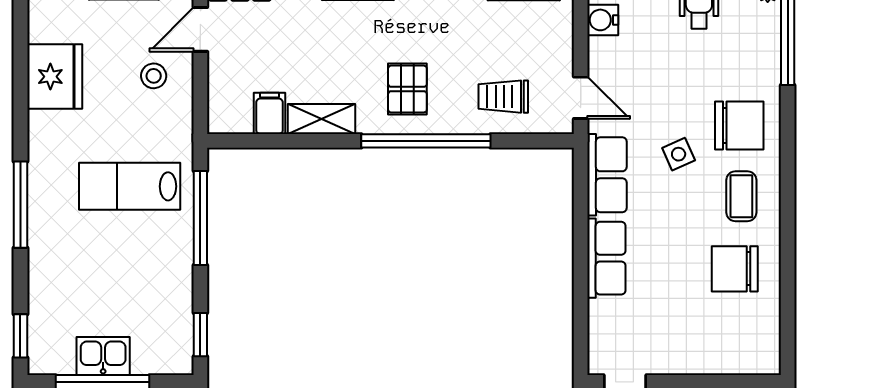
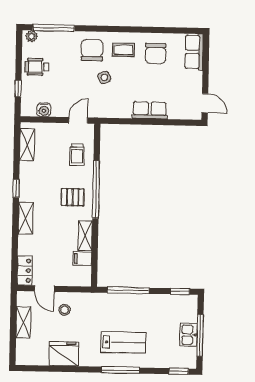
row of seats: (607, 175) -> (194, 52), moved, turned -90
lab bench: (130, 186) -> (123, 342), moved, turned -90

